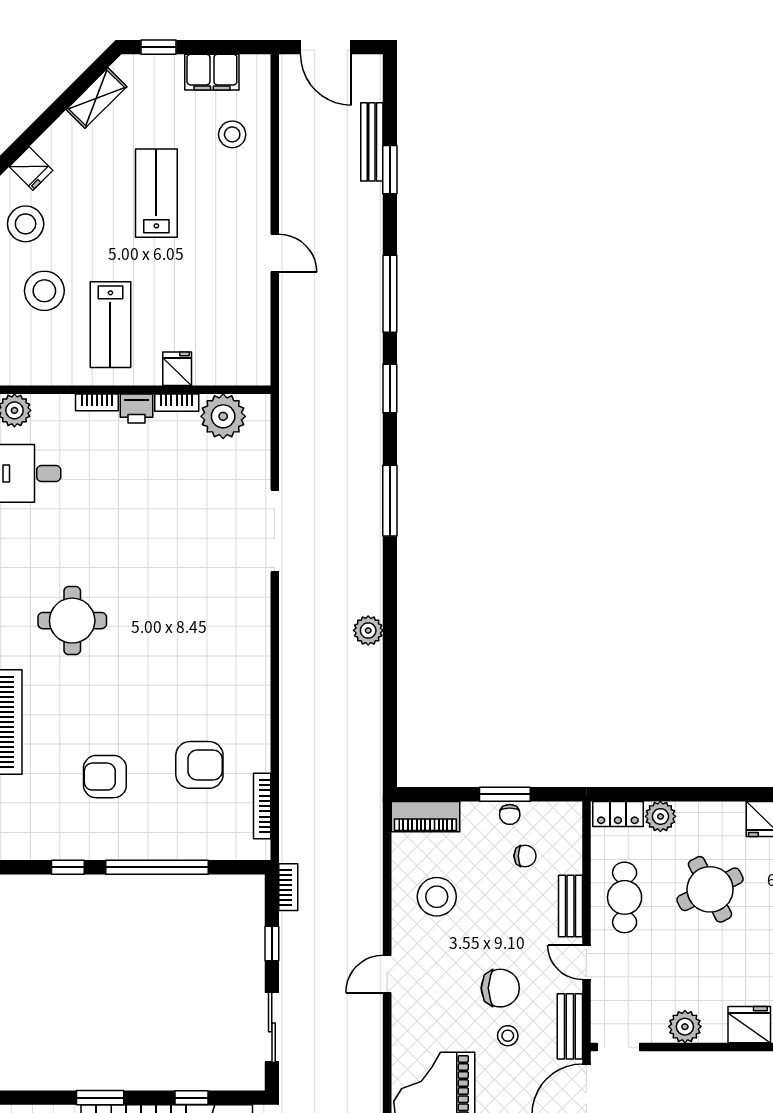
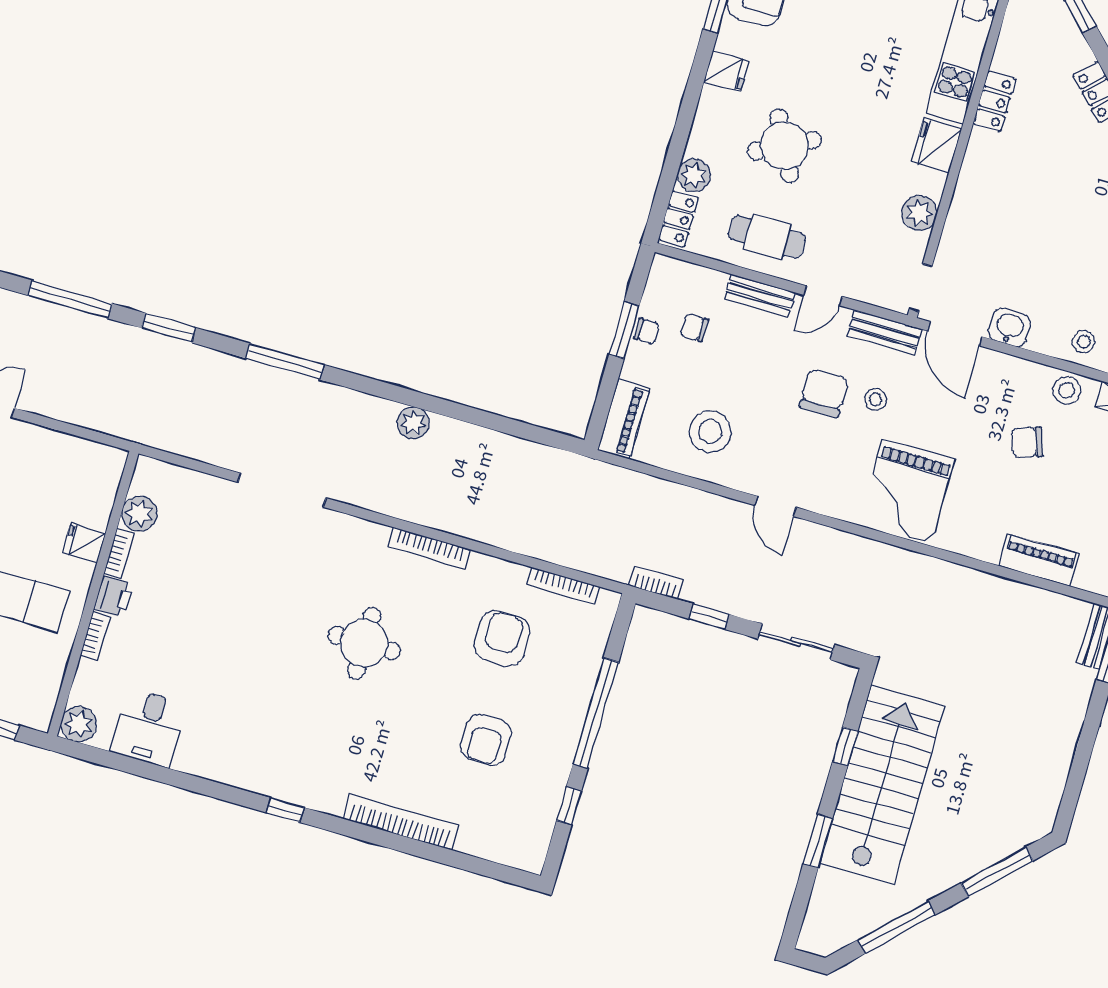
plant: (223, 416) -> (139, 514), width x0.73, depth x0.73
round table: (72, 621) -> (364, 643), moved
bookcase: (261, 677) -> (429, 548), added
chair: (525, 856) -> (694, 328), turned -90

